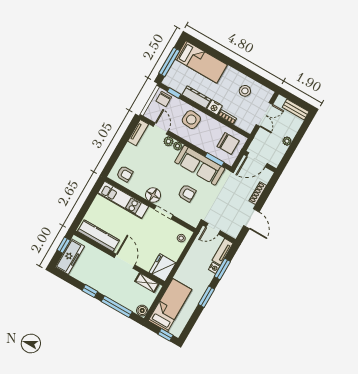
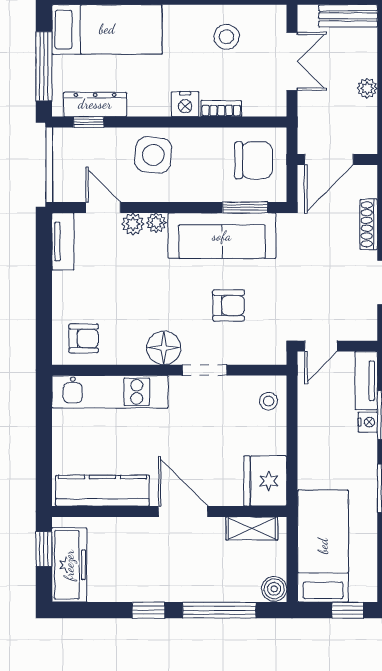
dresser: (197, 97) -> (95, 104), moved
chair: (164, 99) -> (75, 146), removed

